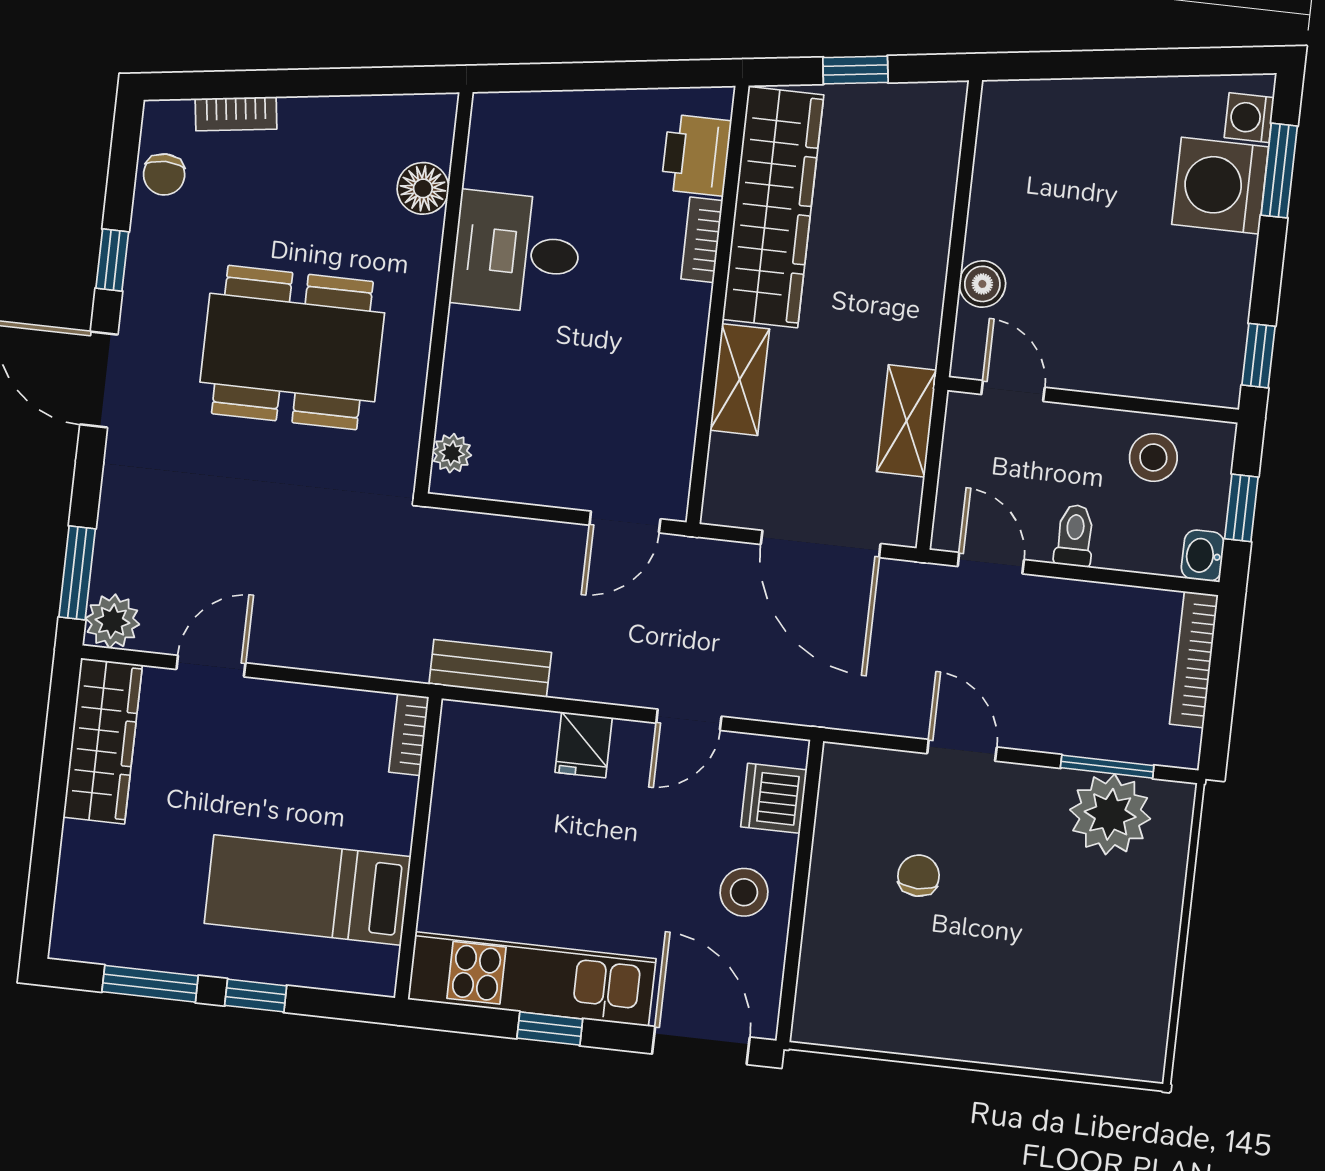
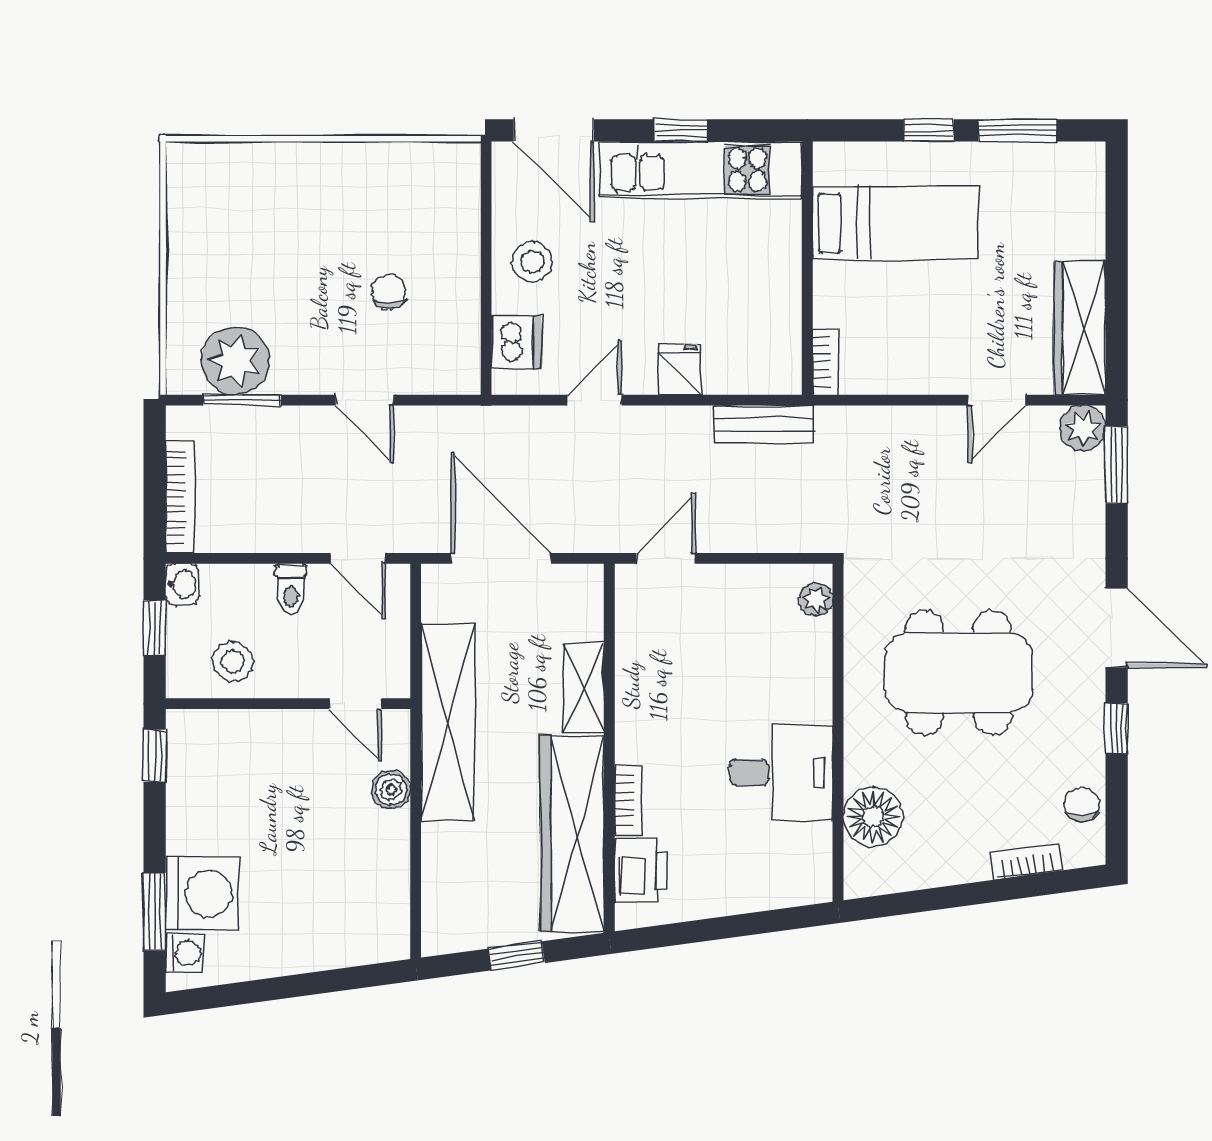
floor lamp: (423, 188) -> (873, 817), width x1.38, depth x1.38
shelving: (907, 421) -> (448, 723), width x2.20, depth x1.33
chair: (919, 876) -> (389, 292), turned 180

